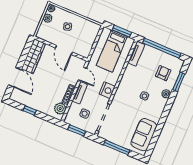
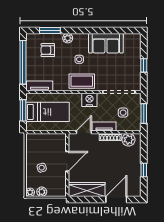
coffee table: (125, 90) -> (82, 81), added
sofa: (144, 135) -> (106, 43), moved
window: (117, 147) -> (144, 65), width x0.46

